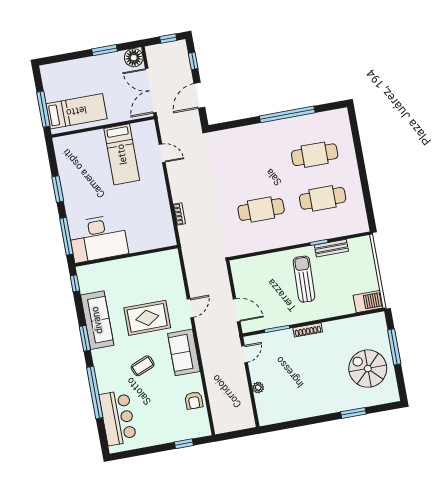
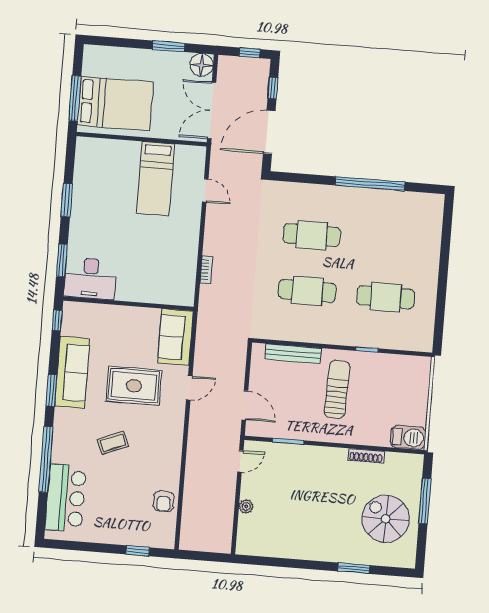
door: (199, 95) -> (269, 132), width x1.36
bed: (76, 111) -> (115, 104), width x1.50
cafe table: (315, 155) -> (312, 235), moved
window: (66, 236) -> (62, 260), width x0.69
desk: (98, 238) -> (90, 279), width x0.73, depth x0.77
bench: (331, 248) -> (293, 354), moved, width x1.36
shoe rack: (308, 330) -> (366, 456), moved
sofa: (184, 352) -> (175, 337), moved

